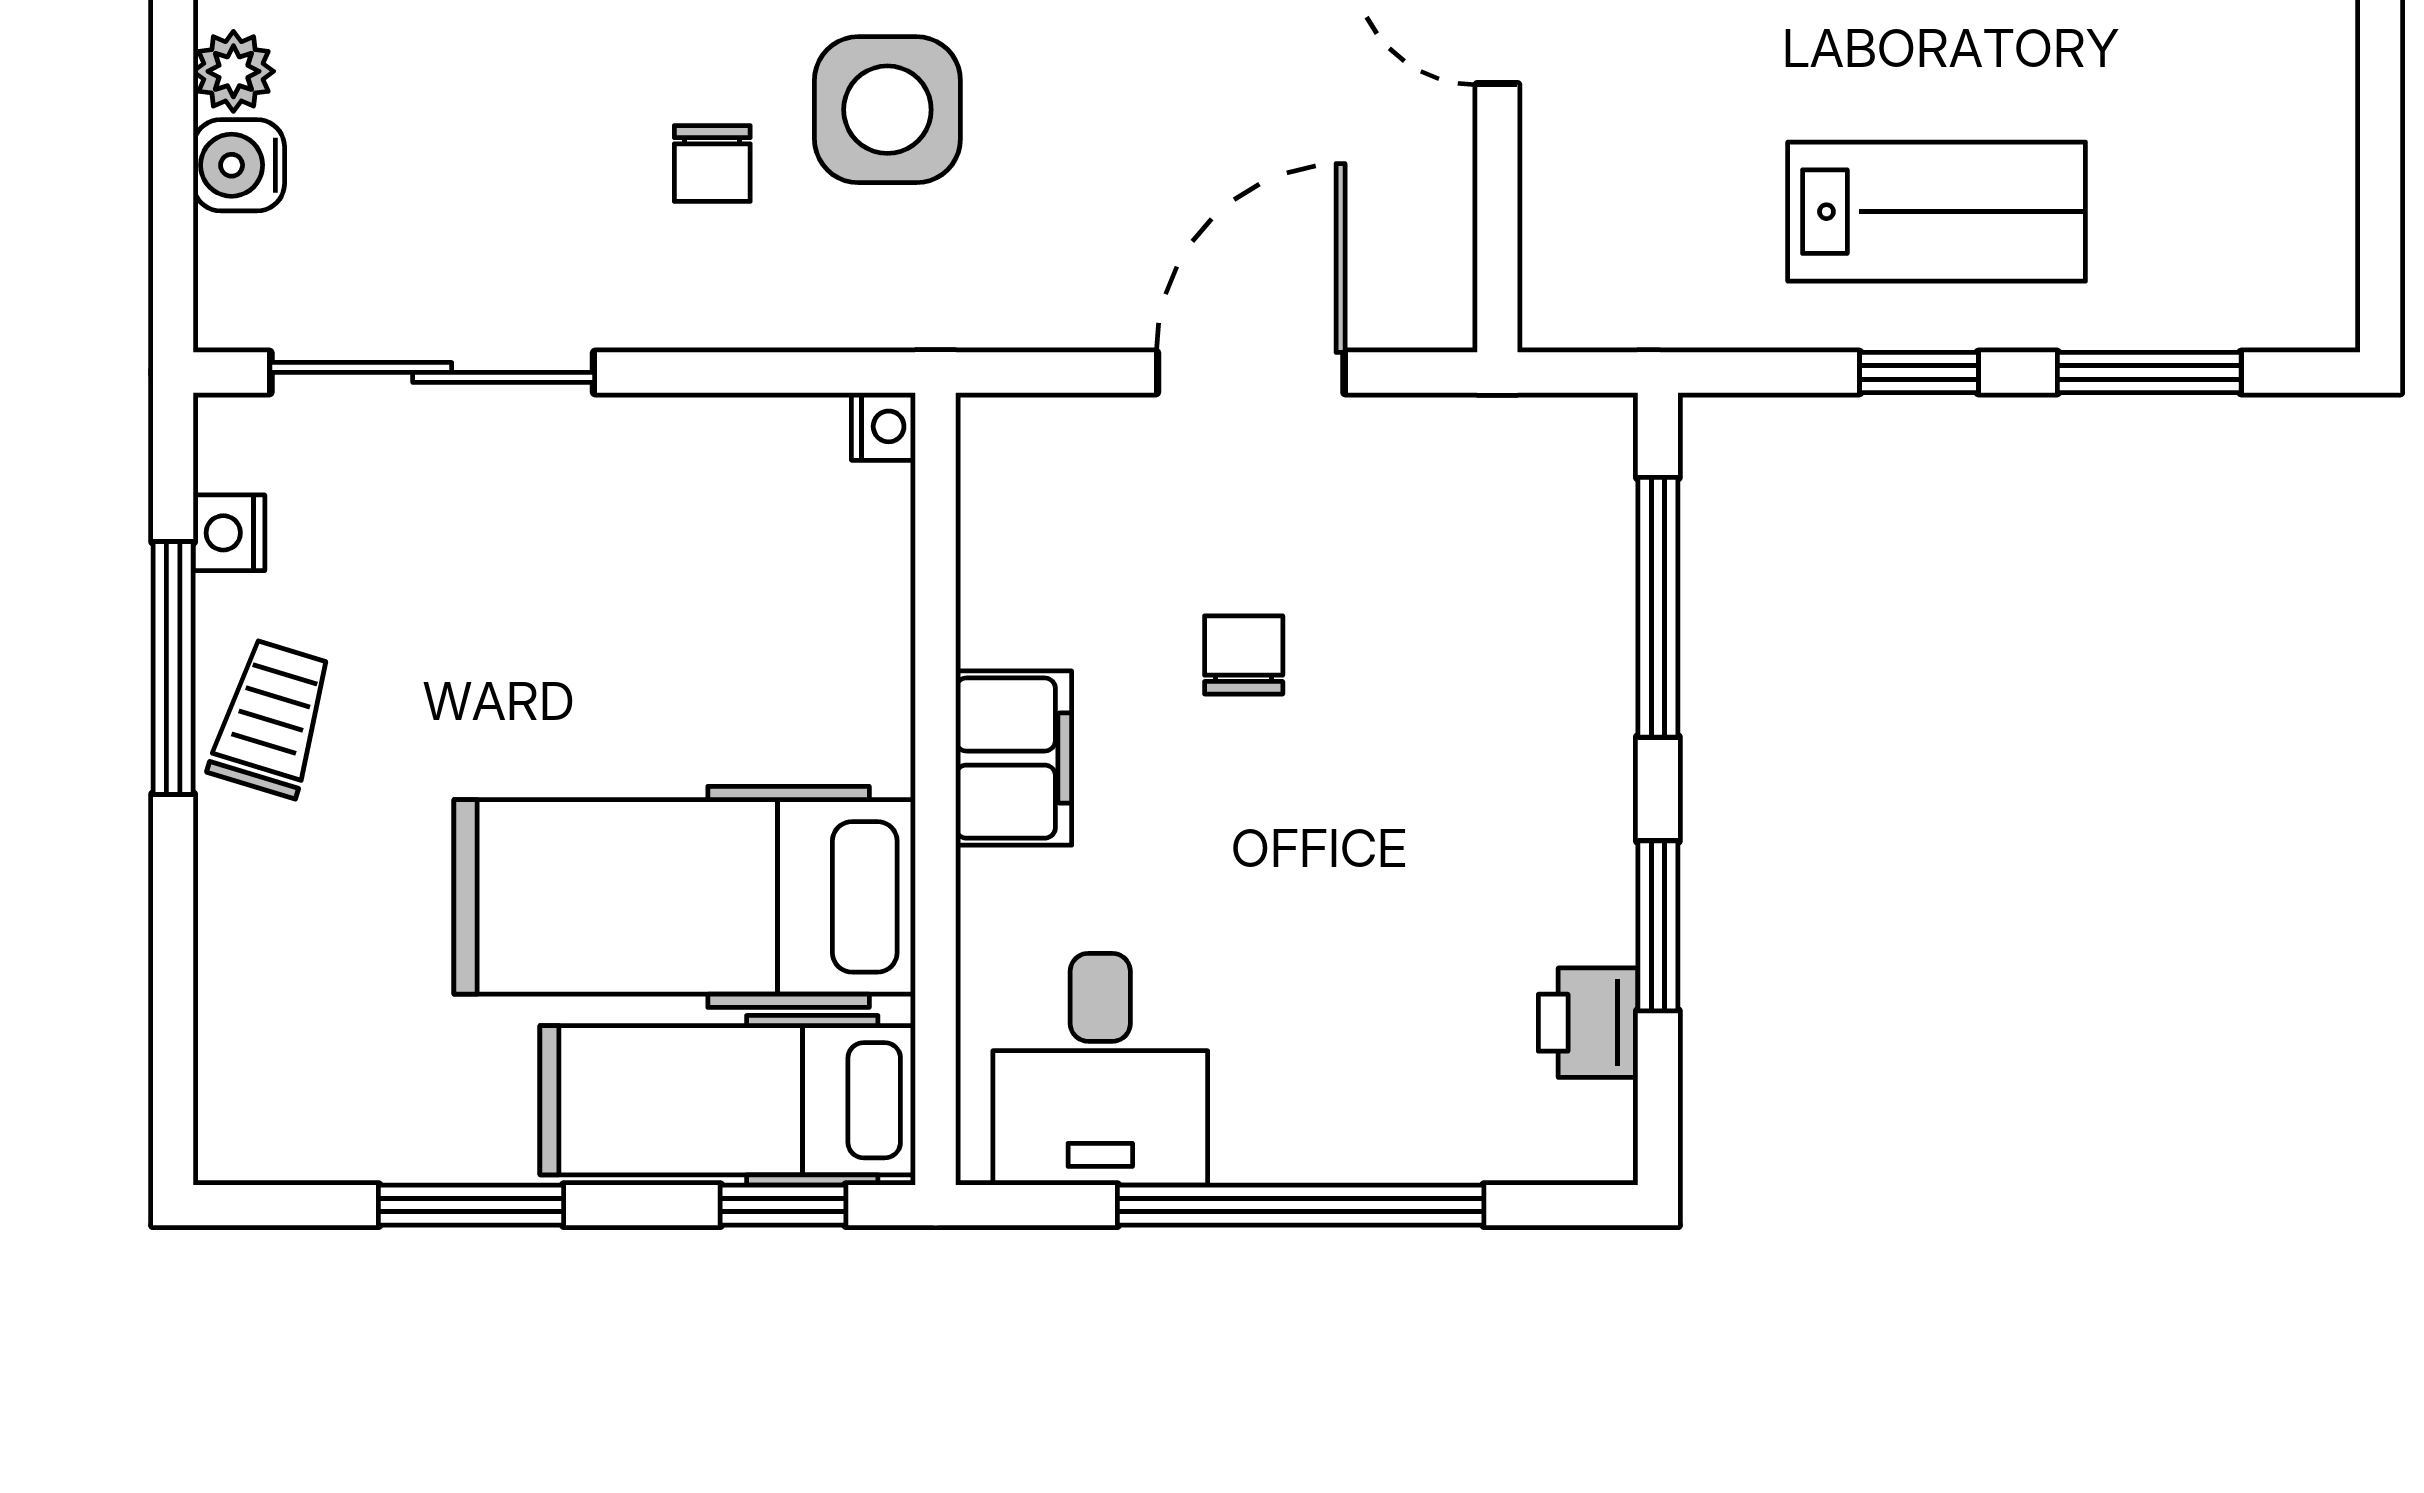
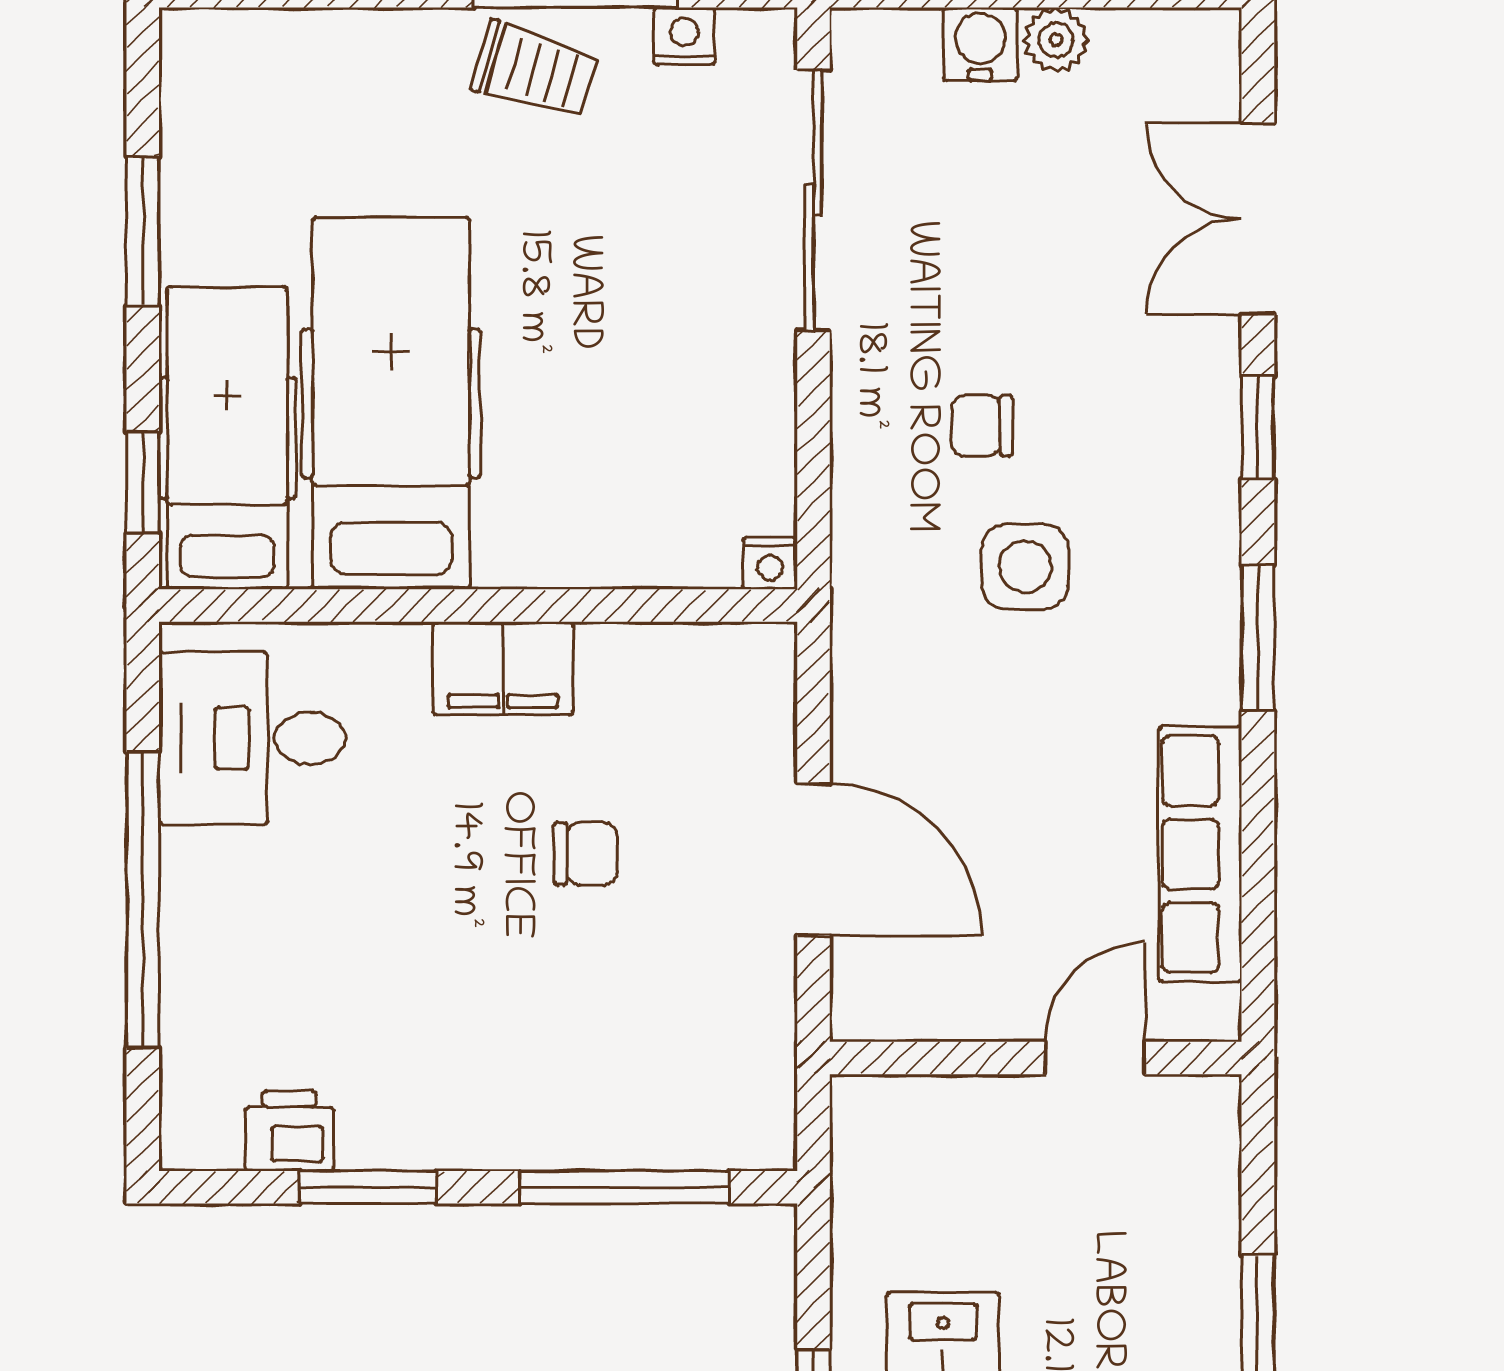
side table: (887, 110) -> (1025, 567), width x0.73, depth x0.73

